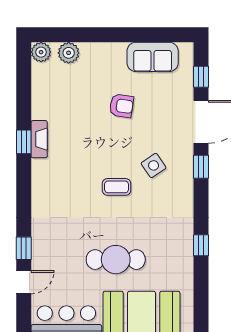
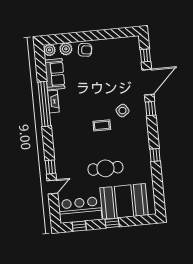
sofa: (153, 57) -> (55, 74), moved, turned -90
armchair: (121, 106) -> (85, 50), moved
window: (24, 142) -> (44, 104), width x3.17

